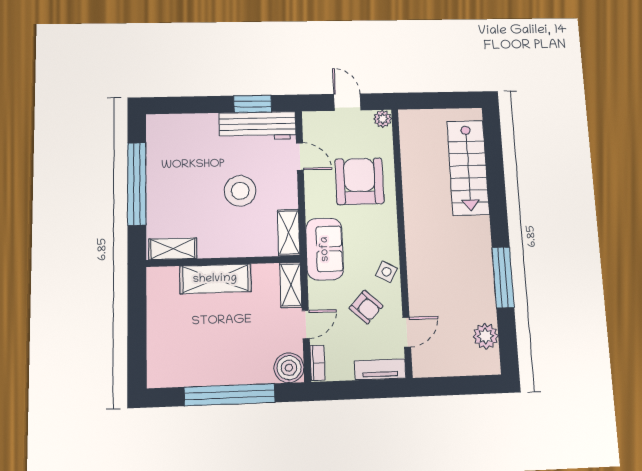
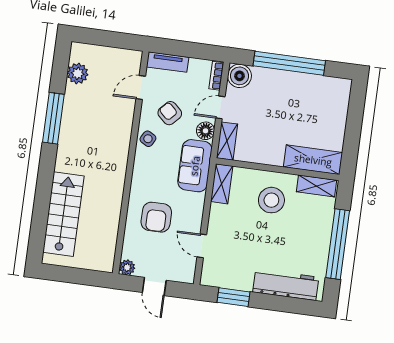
workbench: (257, 126) -> (286, 285), moved
armchair: (359, 181) -> (156, 217), width x0.73, depth x0.73
stool: (240, 191) -> (271, 200), moved
shelving: (215, 279) -> (313, 160), moved
floor lamp: (319, 293) -> (206, 131), added

